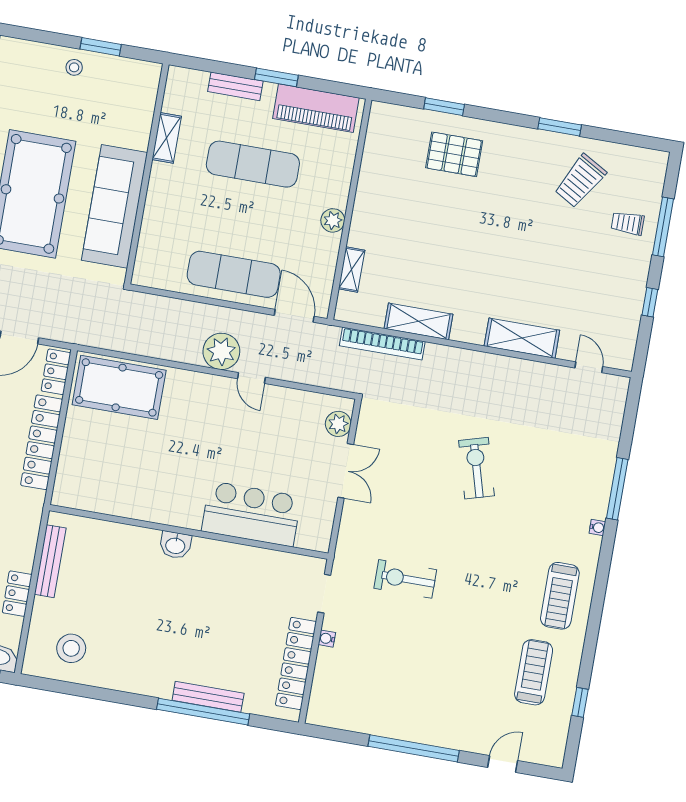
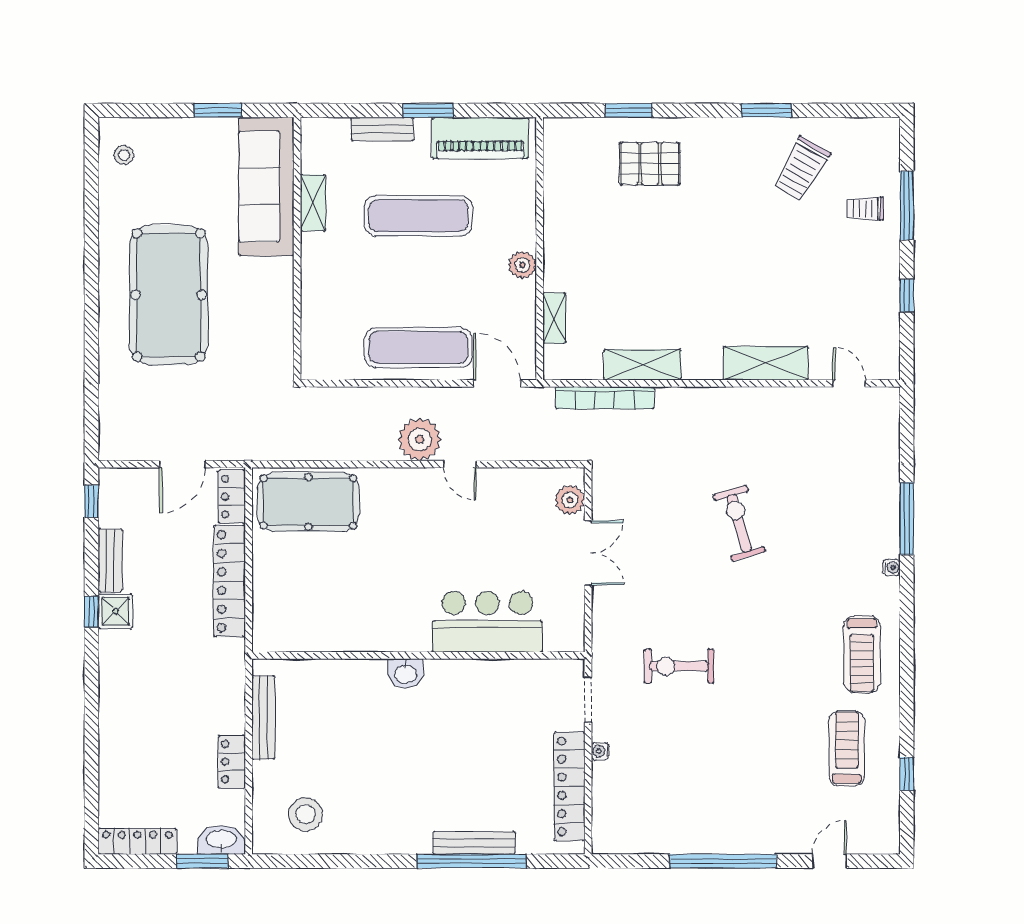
stool: (74, 67) -> (124, 155), moved
sofa: (114, 206) -> (266, 187), moved

